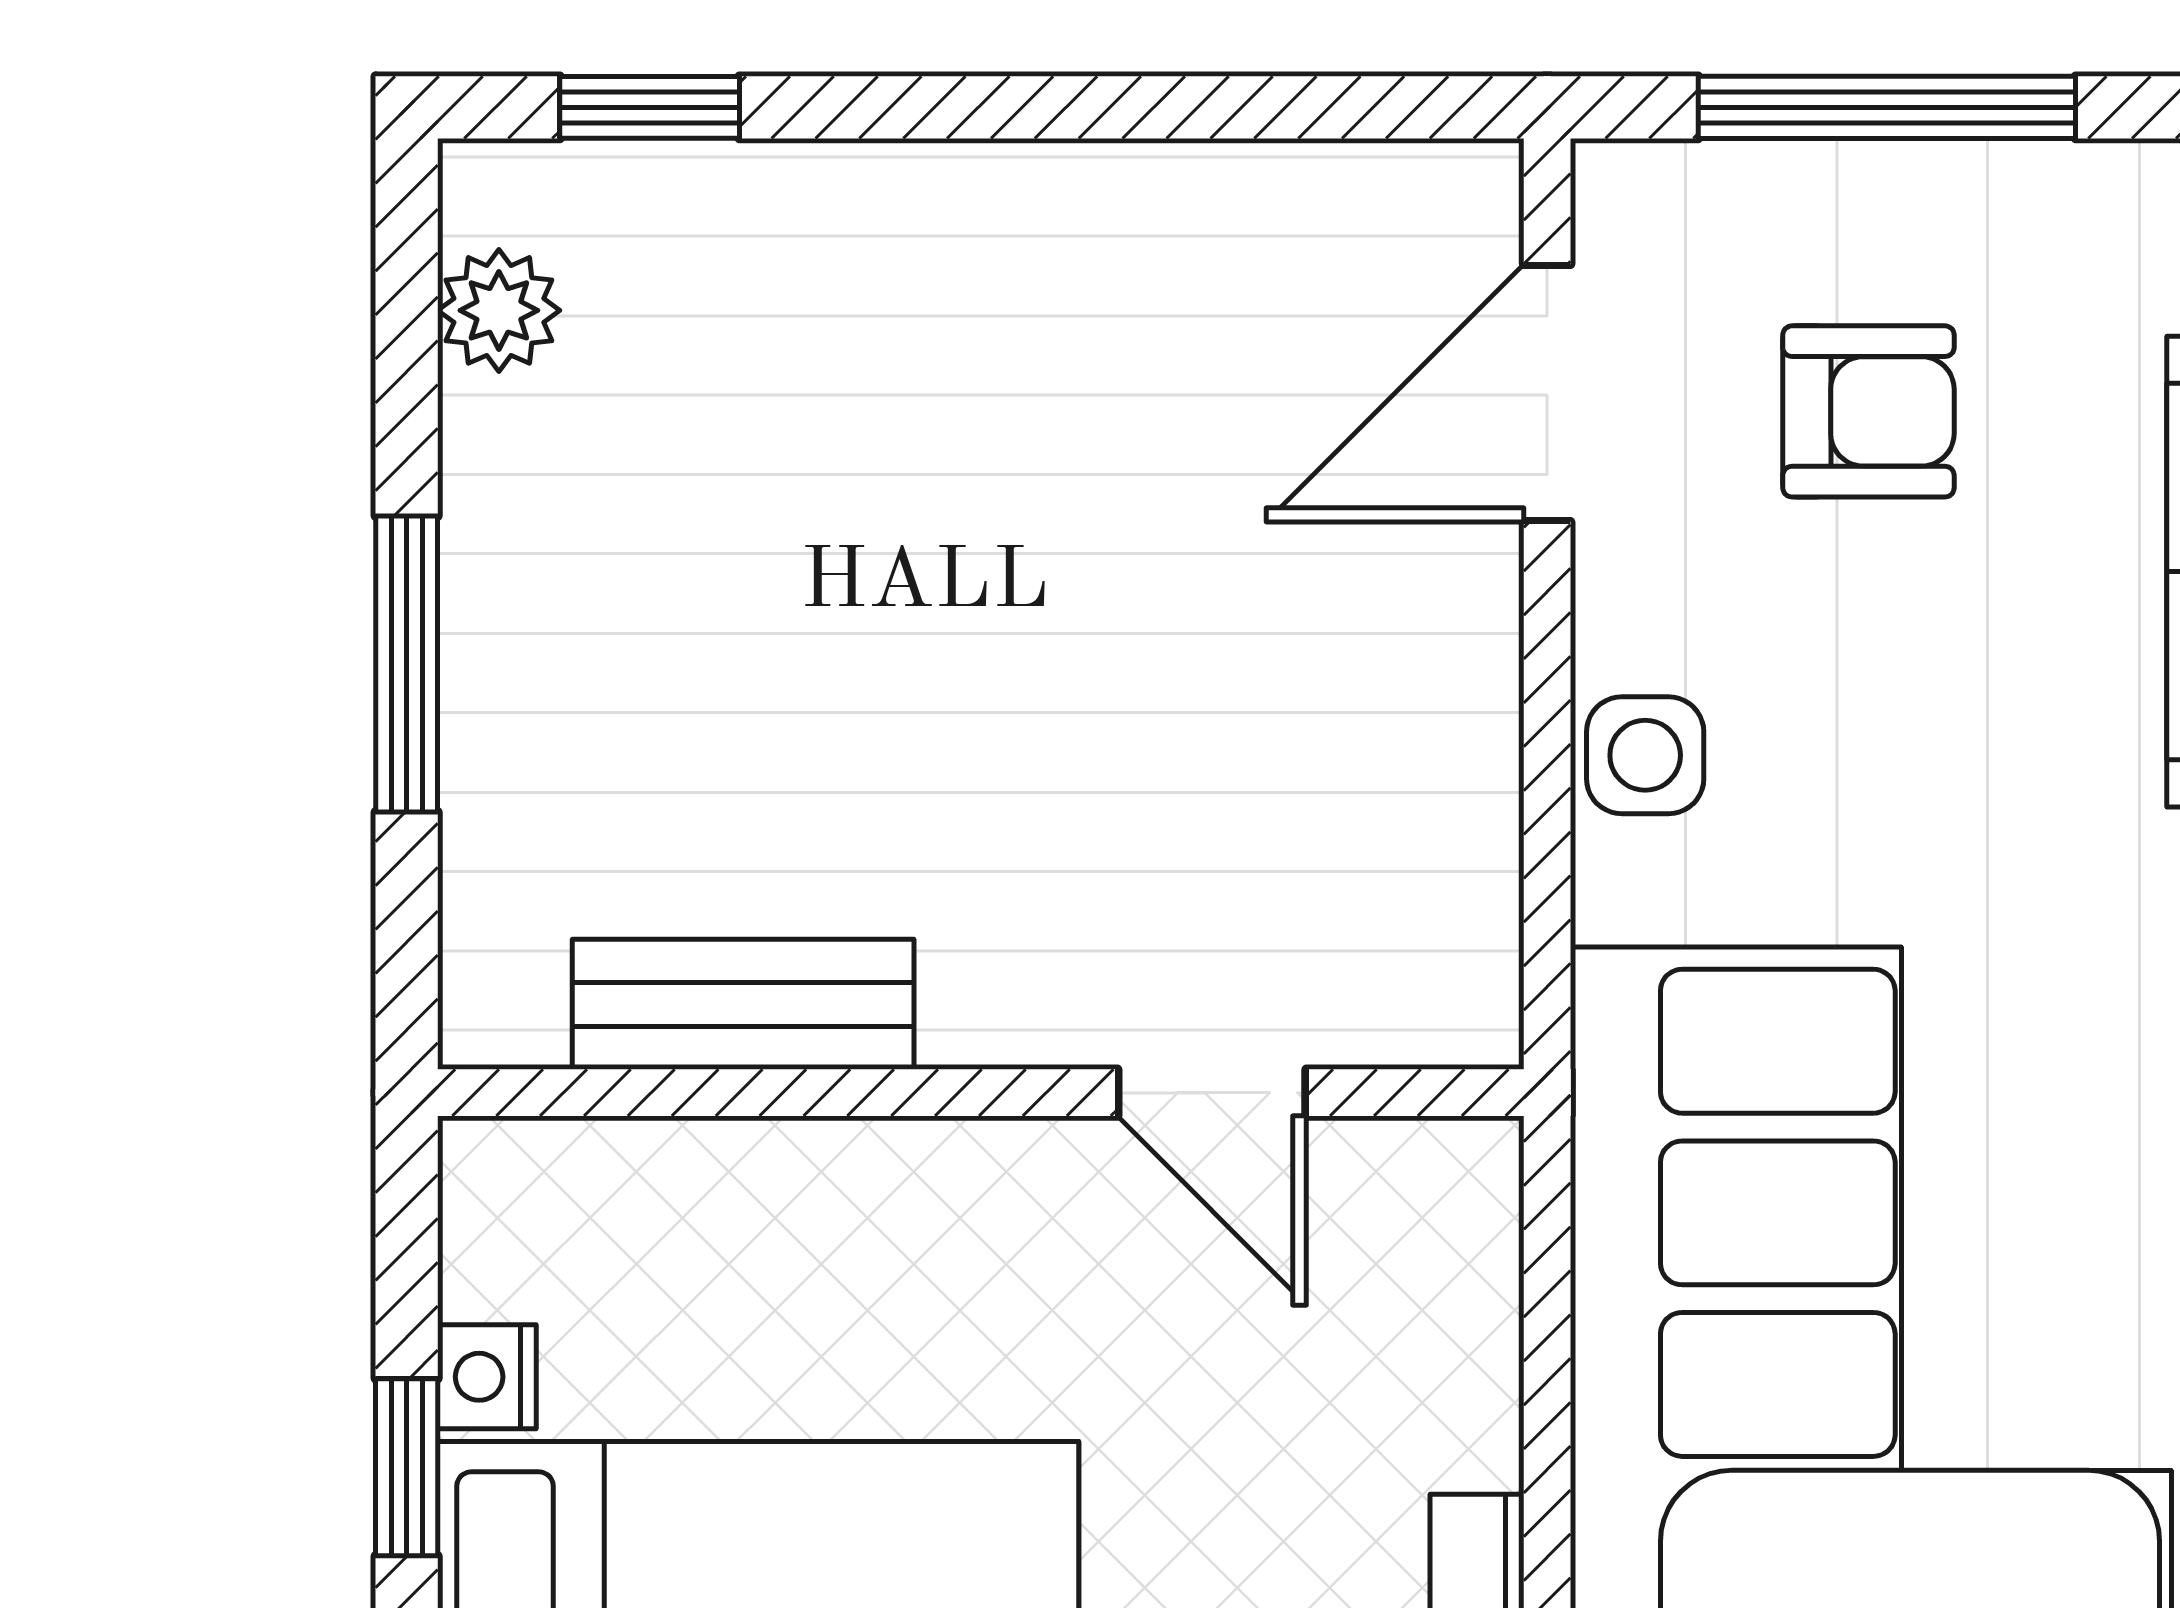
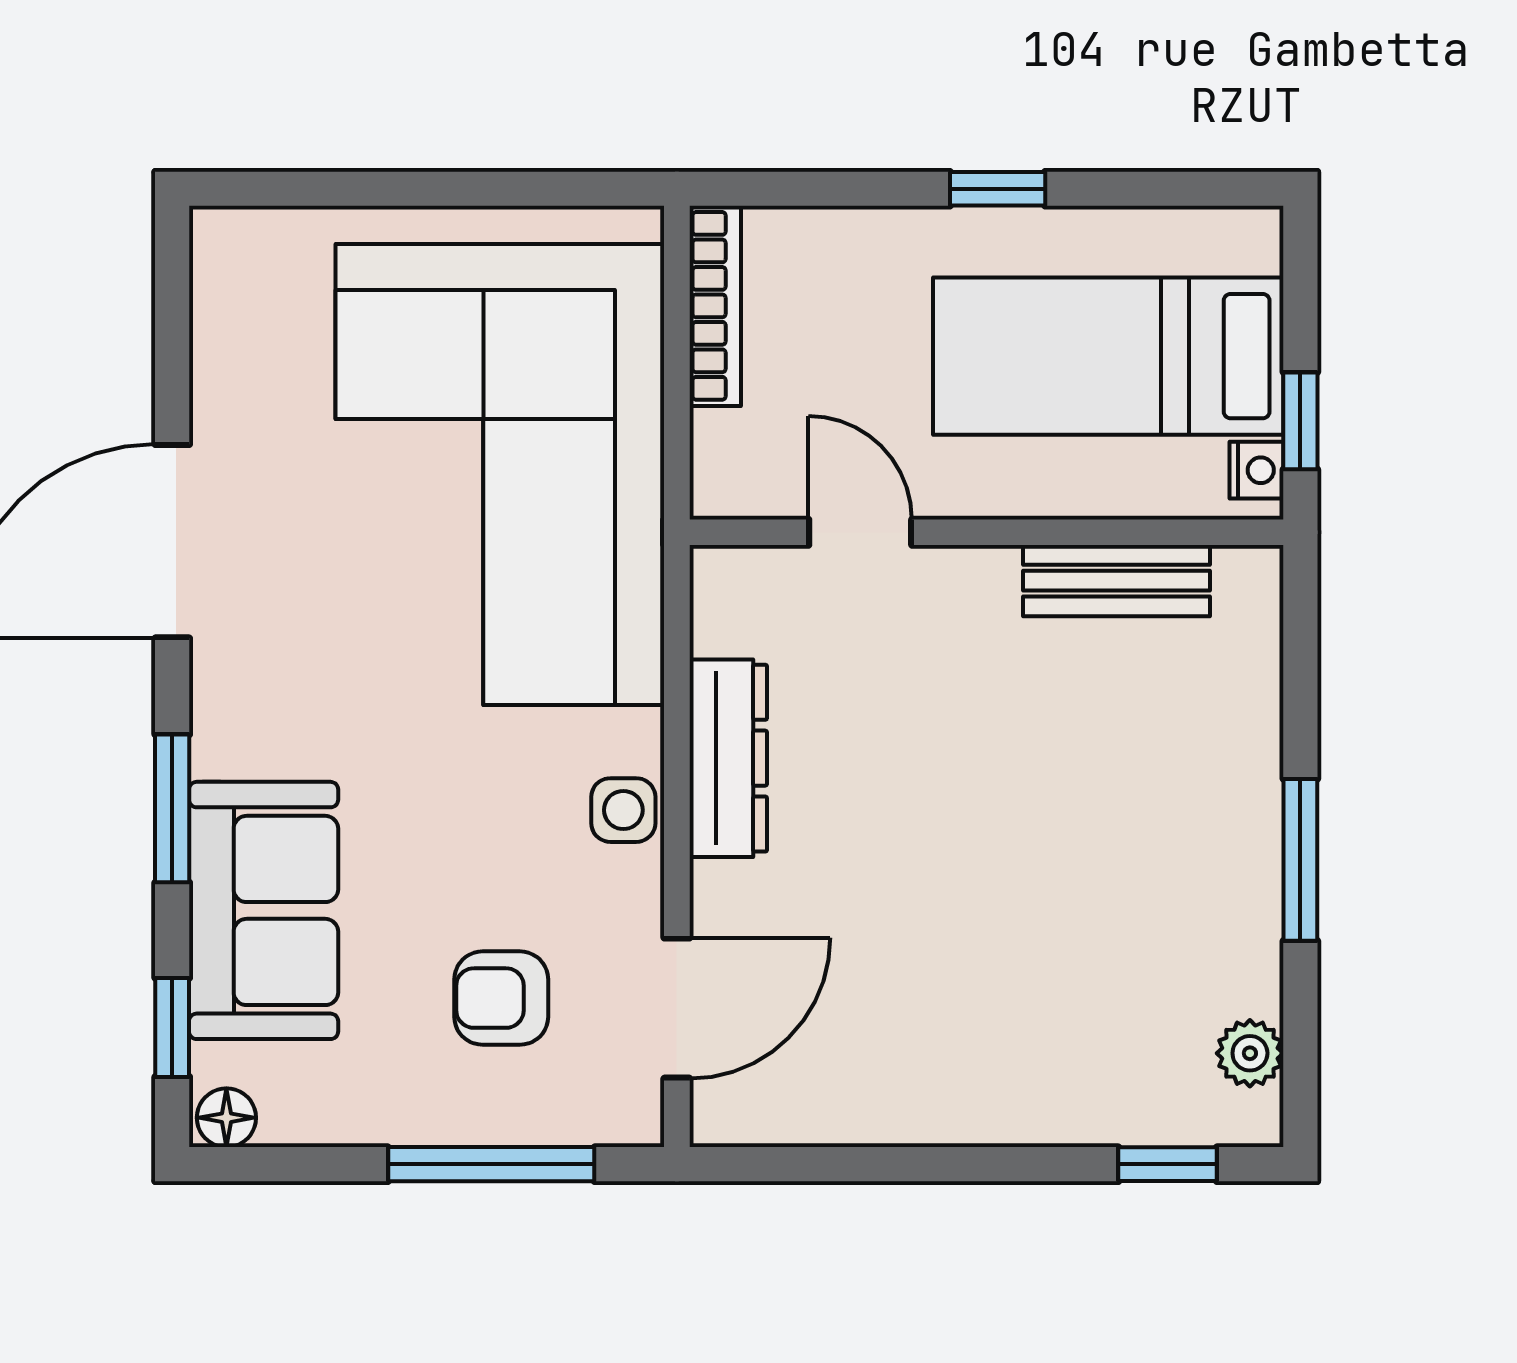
dresser: (1453, 850) -> (728, 758), added
bench: (743, 1004) -> (1116, 581), moved
wall: (981, 1093) -> (986, 532), moved
door: (1212, 1093) -> (860, 532), moved

